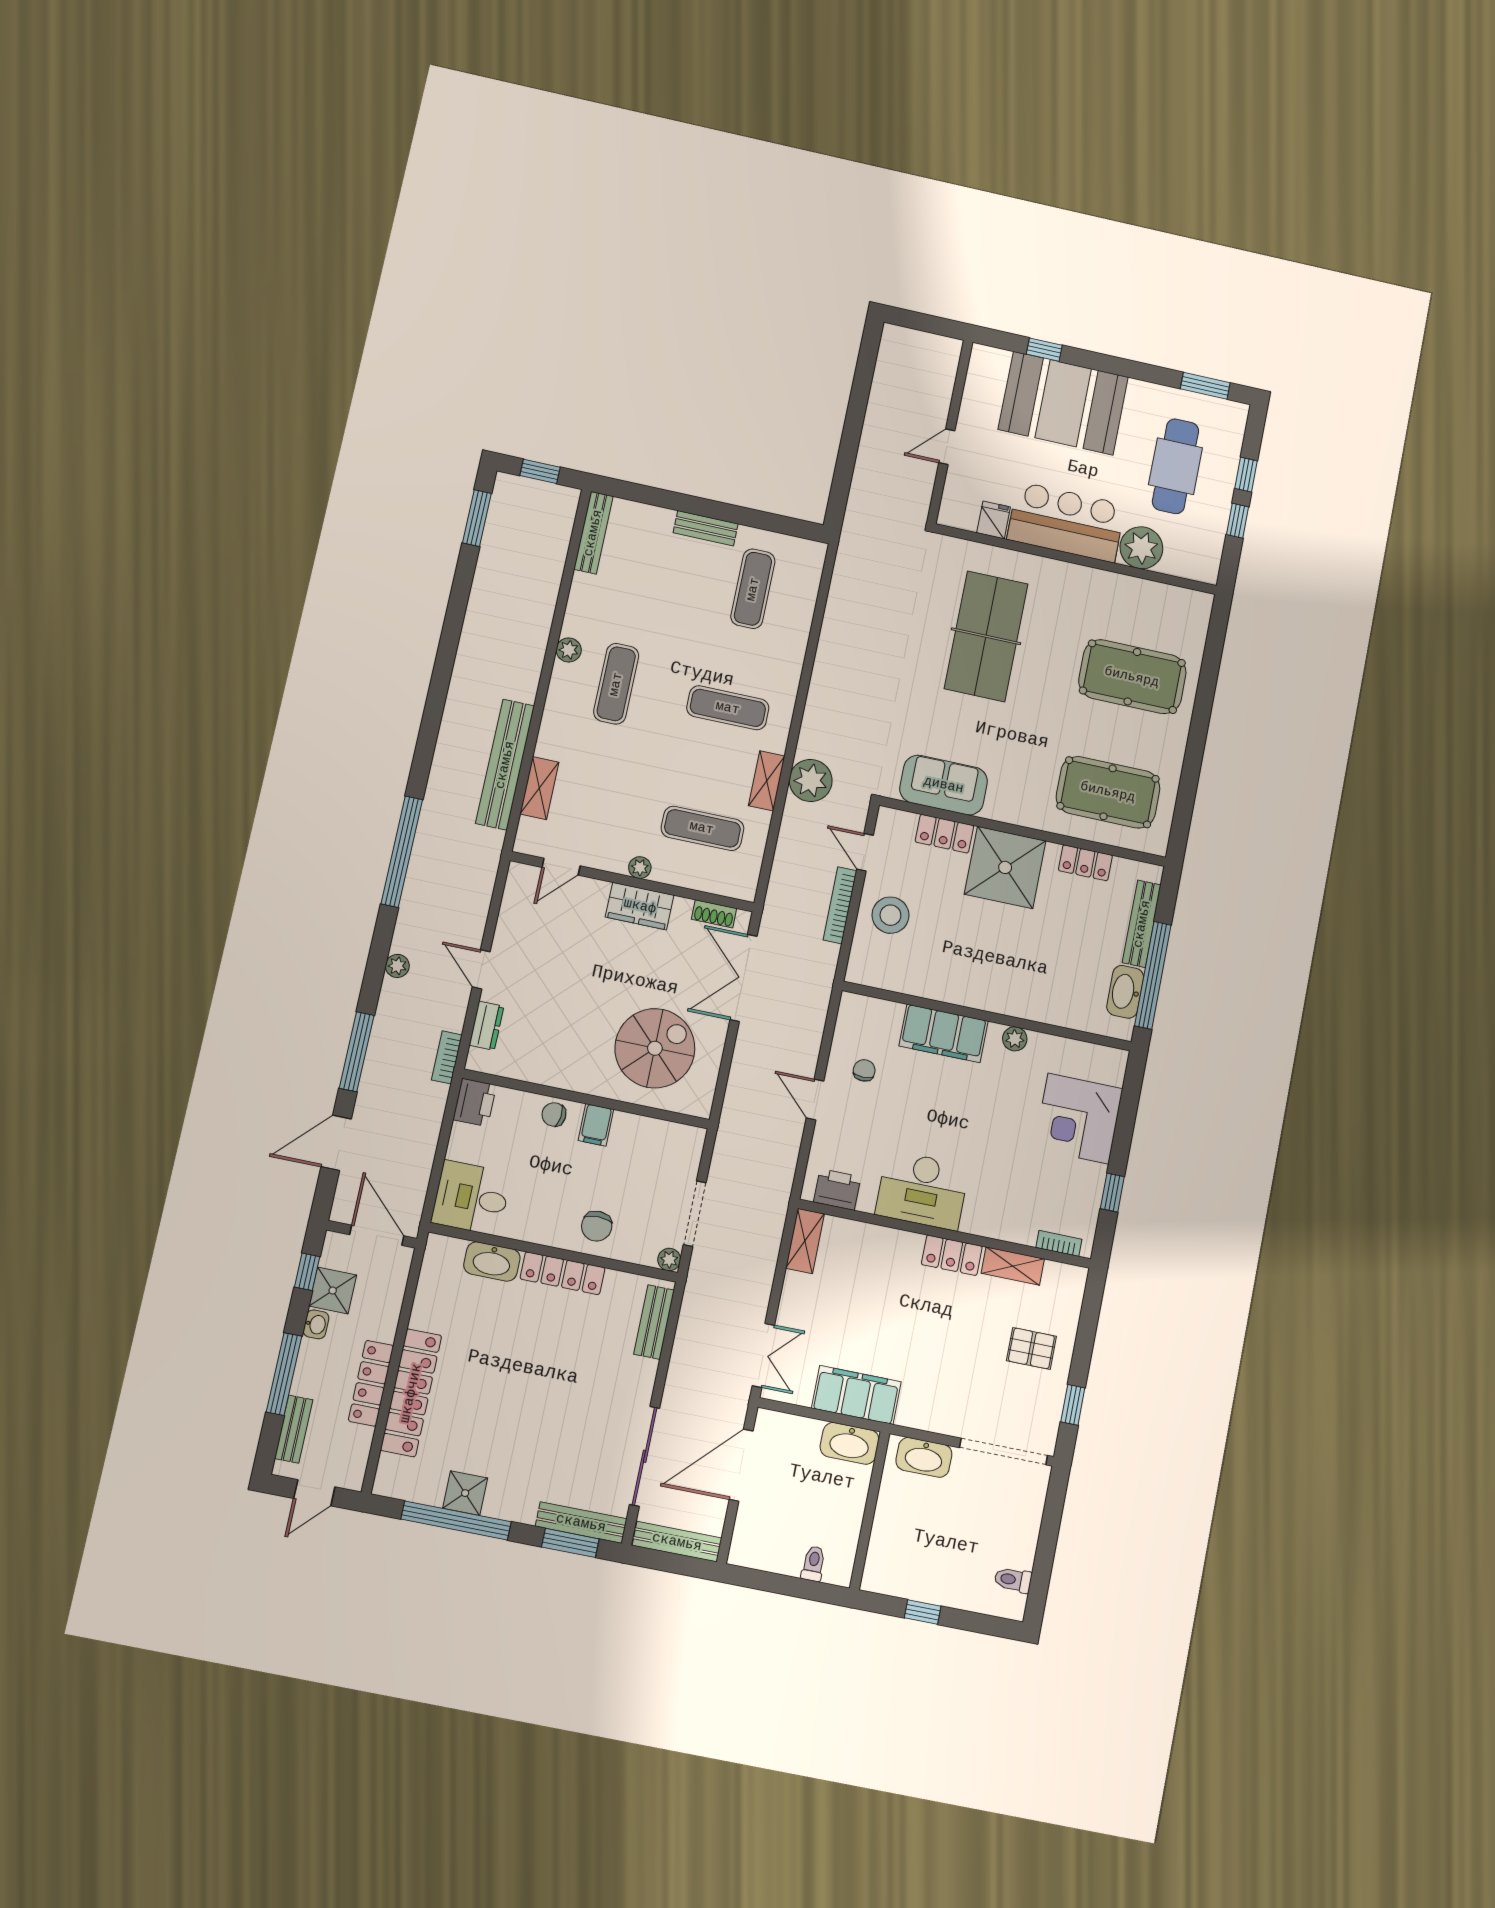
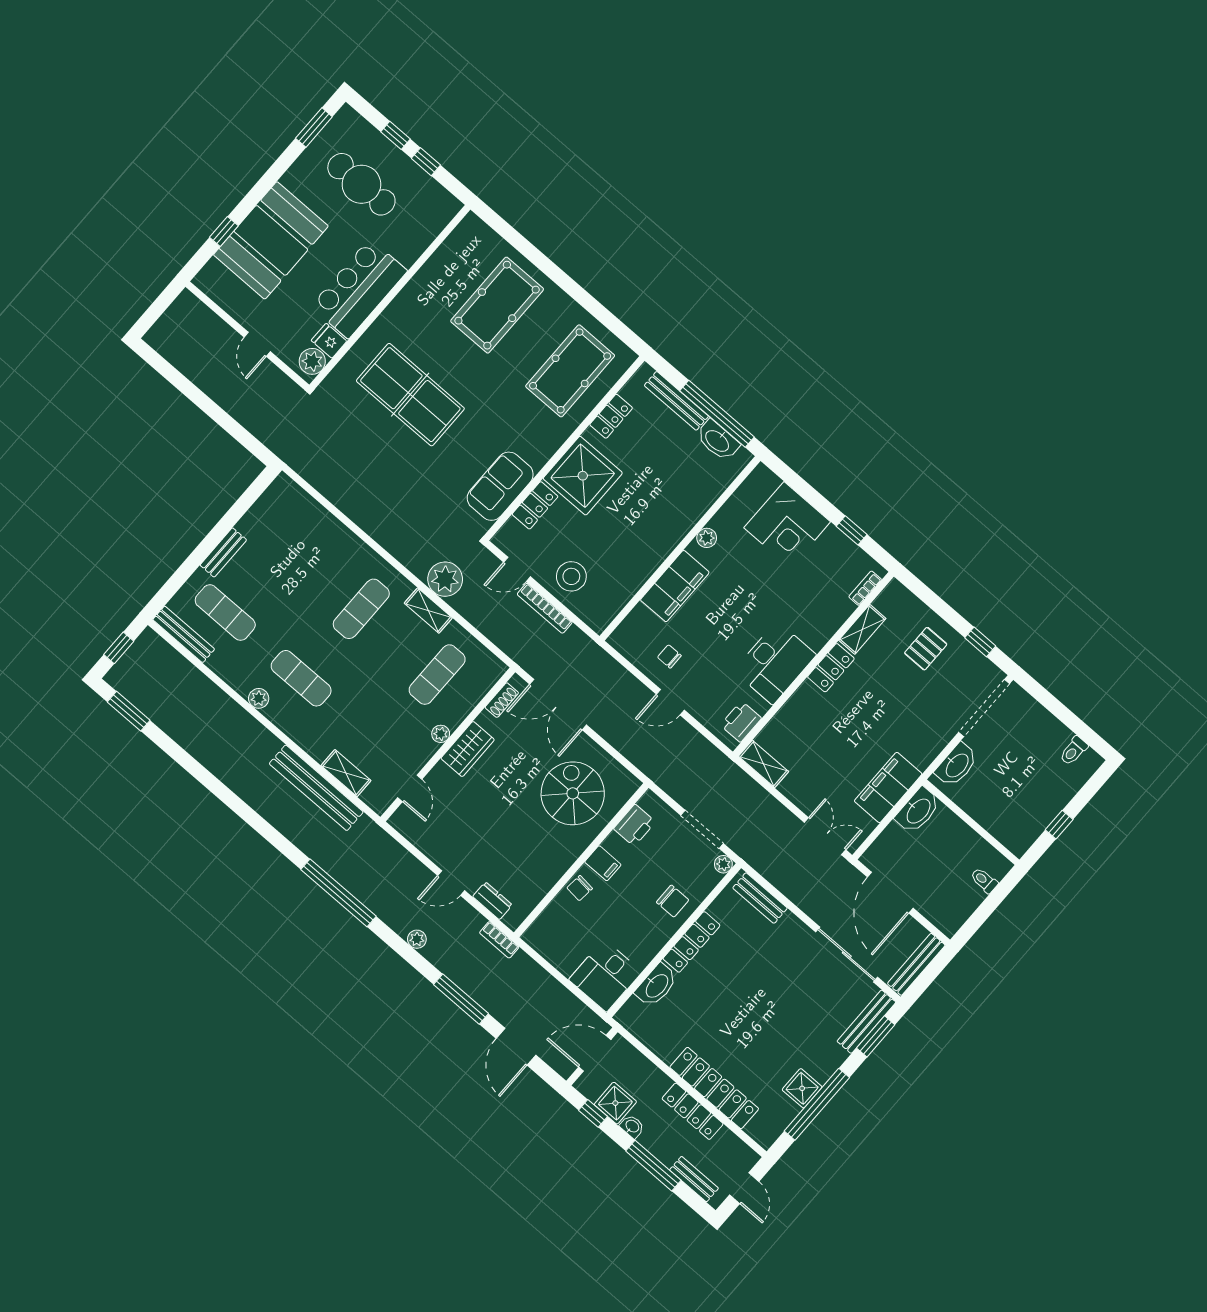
plant: (1141, 548) -> (312, 361), moved, width x0.73, depth x0.73
exercise mat: (753, 589) -> (225, 613), moved
printer: (475, 1102) -> (634, 825), moved, turned 90

